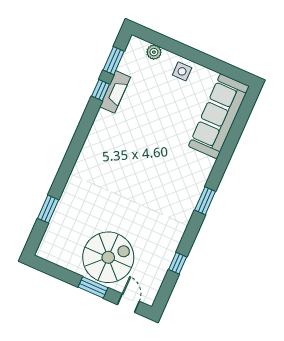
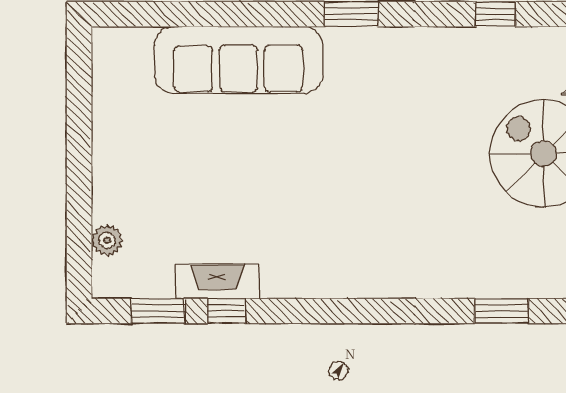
side table: (182, 71) -> (120, 169), removed
sofa: (219, 116) -> (238, 60), moved

